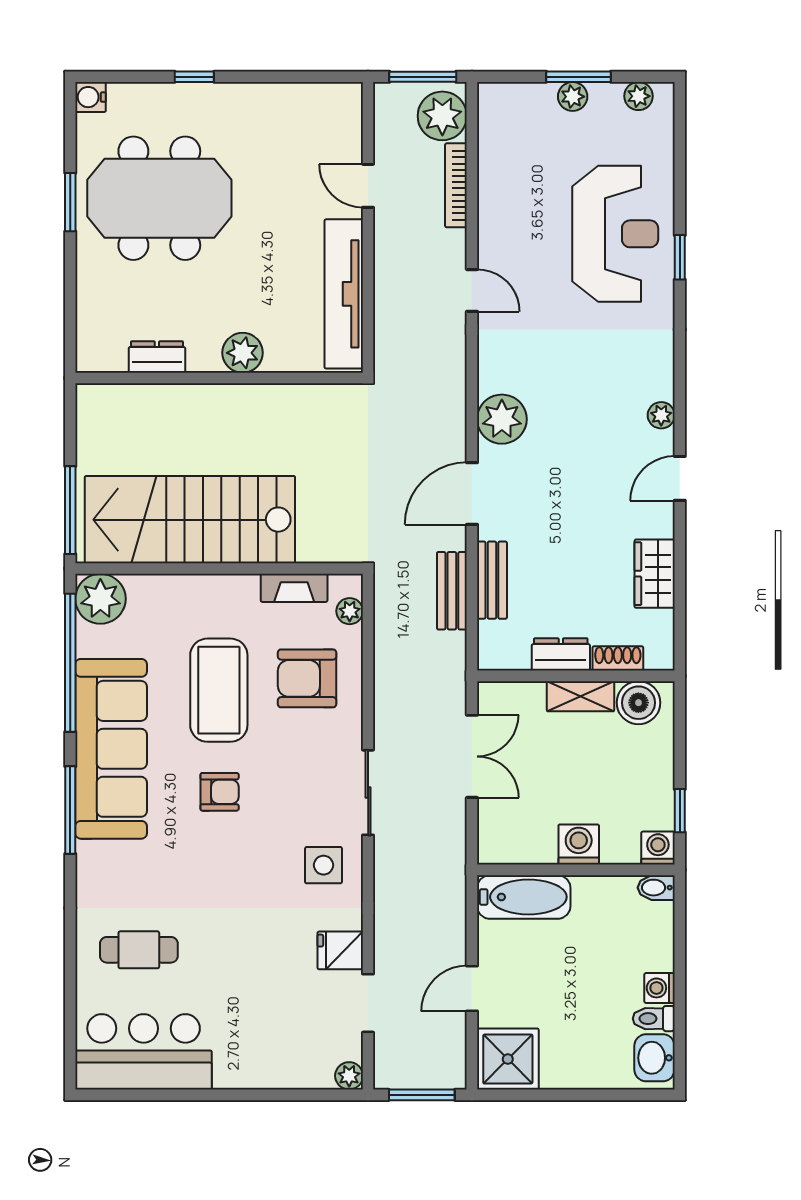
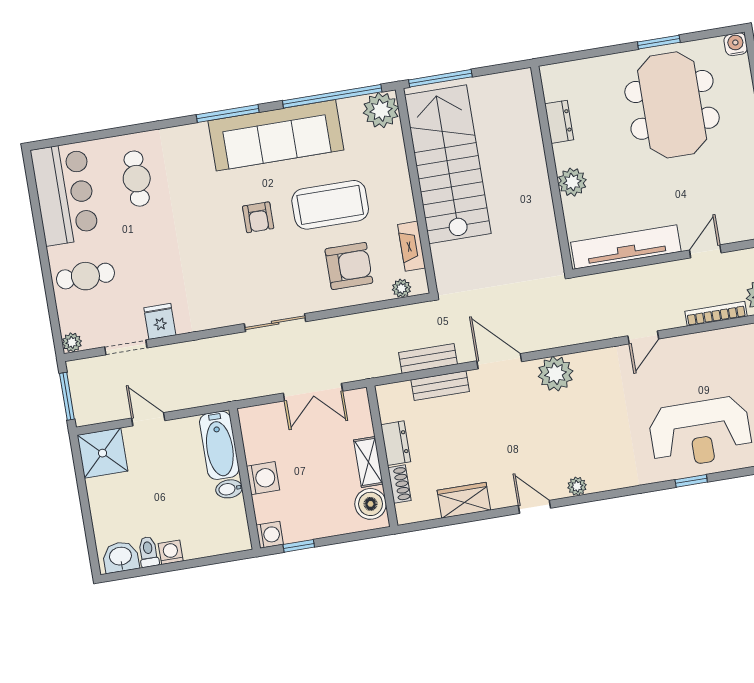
armchair: (307, 678) -> (349, 266), turned 90
side table: (324, 865) -> (218, 300), removed
bidet: (656, 888) -> (229, 489), moved, turned -90
cafe table: (261, 1042) -> (85, 276), added

